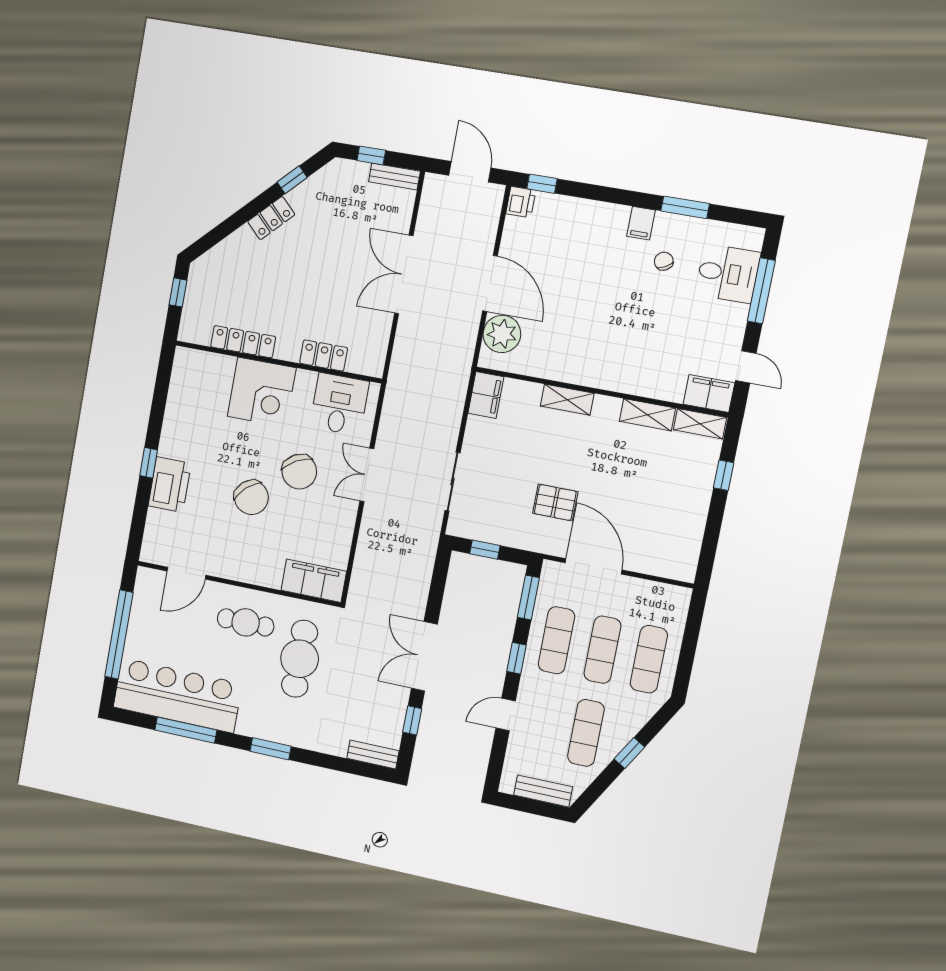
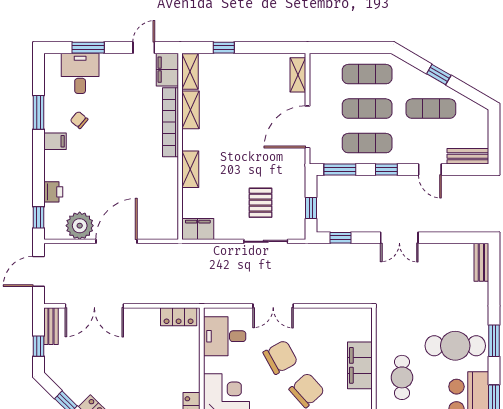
printer: (521, 202) -> (53, 192), moved, turned 90
chair: (664, 261) -> (79, 120), turned 68
double door: (404, 274) -> (94, 306), moved
window: (761, 291) -> (88, 48), width x0.69
plant: (502, 334) -> (80, 226), moved
locker: (324, 356) -> (179, 317), moved, turned -90
bookcase: (636, 385) -> (171, 122), added
pallet: (555, 503) -> (261, 203), moved
shelving: (666, 567) -> (298, 75), added
filing cabinet: (314, 581) -> (360, 365), moved
double door: (424, 656) -> (399, 238), width x0.73
cafe table: (300, 659) -> (455, 346), moved
window: (412, 720) -> (341, 238), moved
bench: (543, 791) -> (468, 156), moved, turned 90

